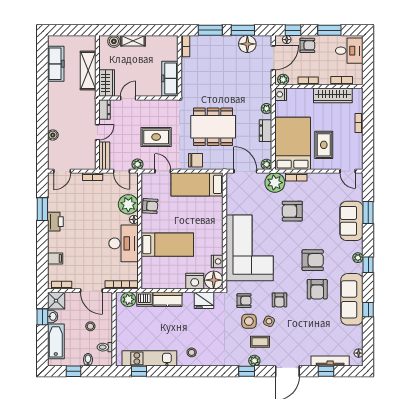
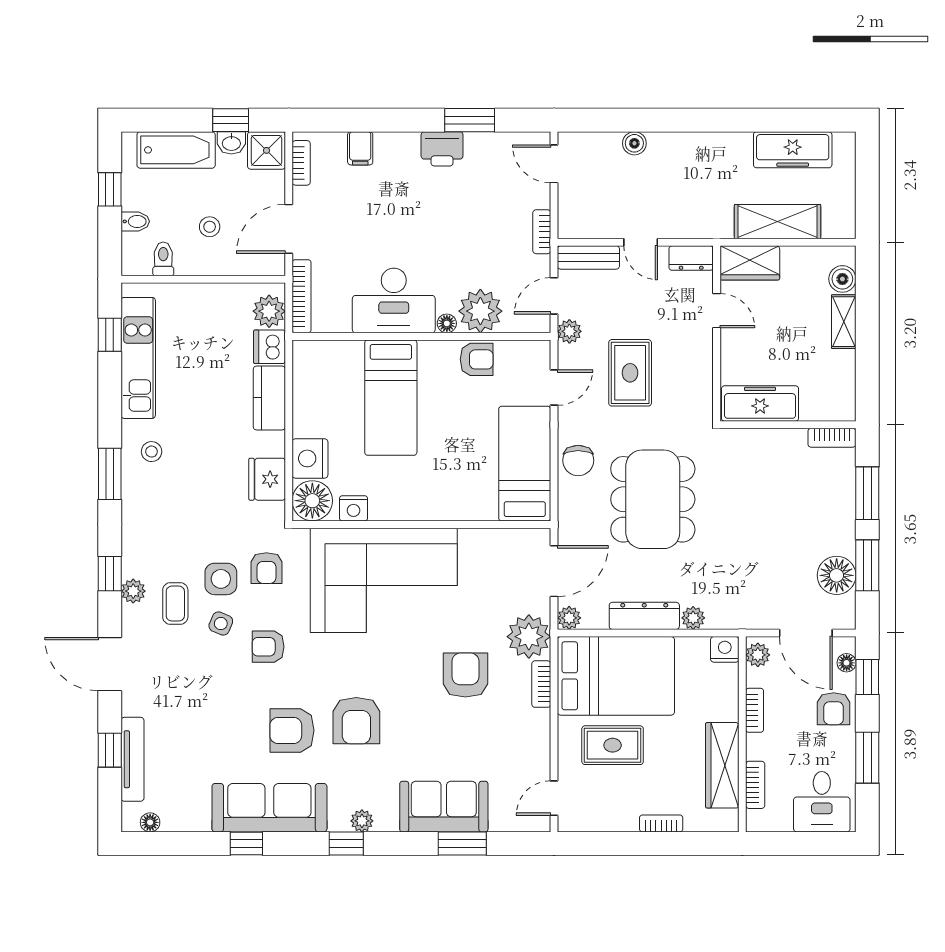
dresser: (266, 131) -> (644, 616), width x1.44
armchair: (150, 206) -> (477, 359), turned -94
window: (202, 371) -> (110, 474), added

